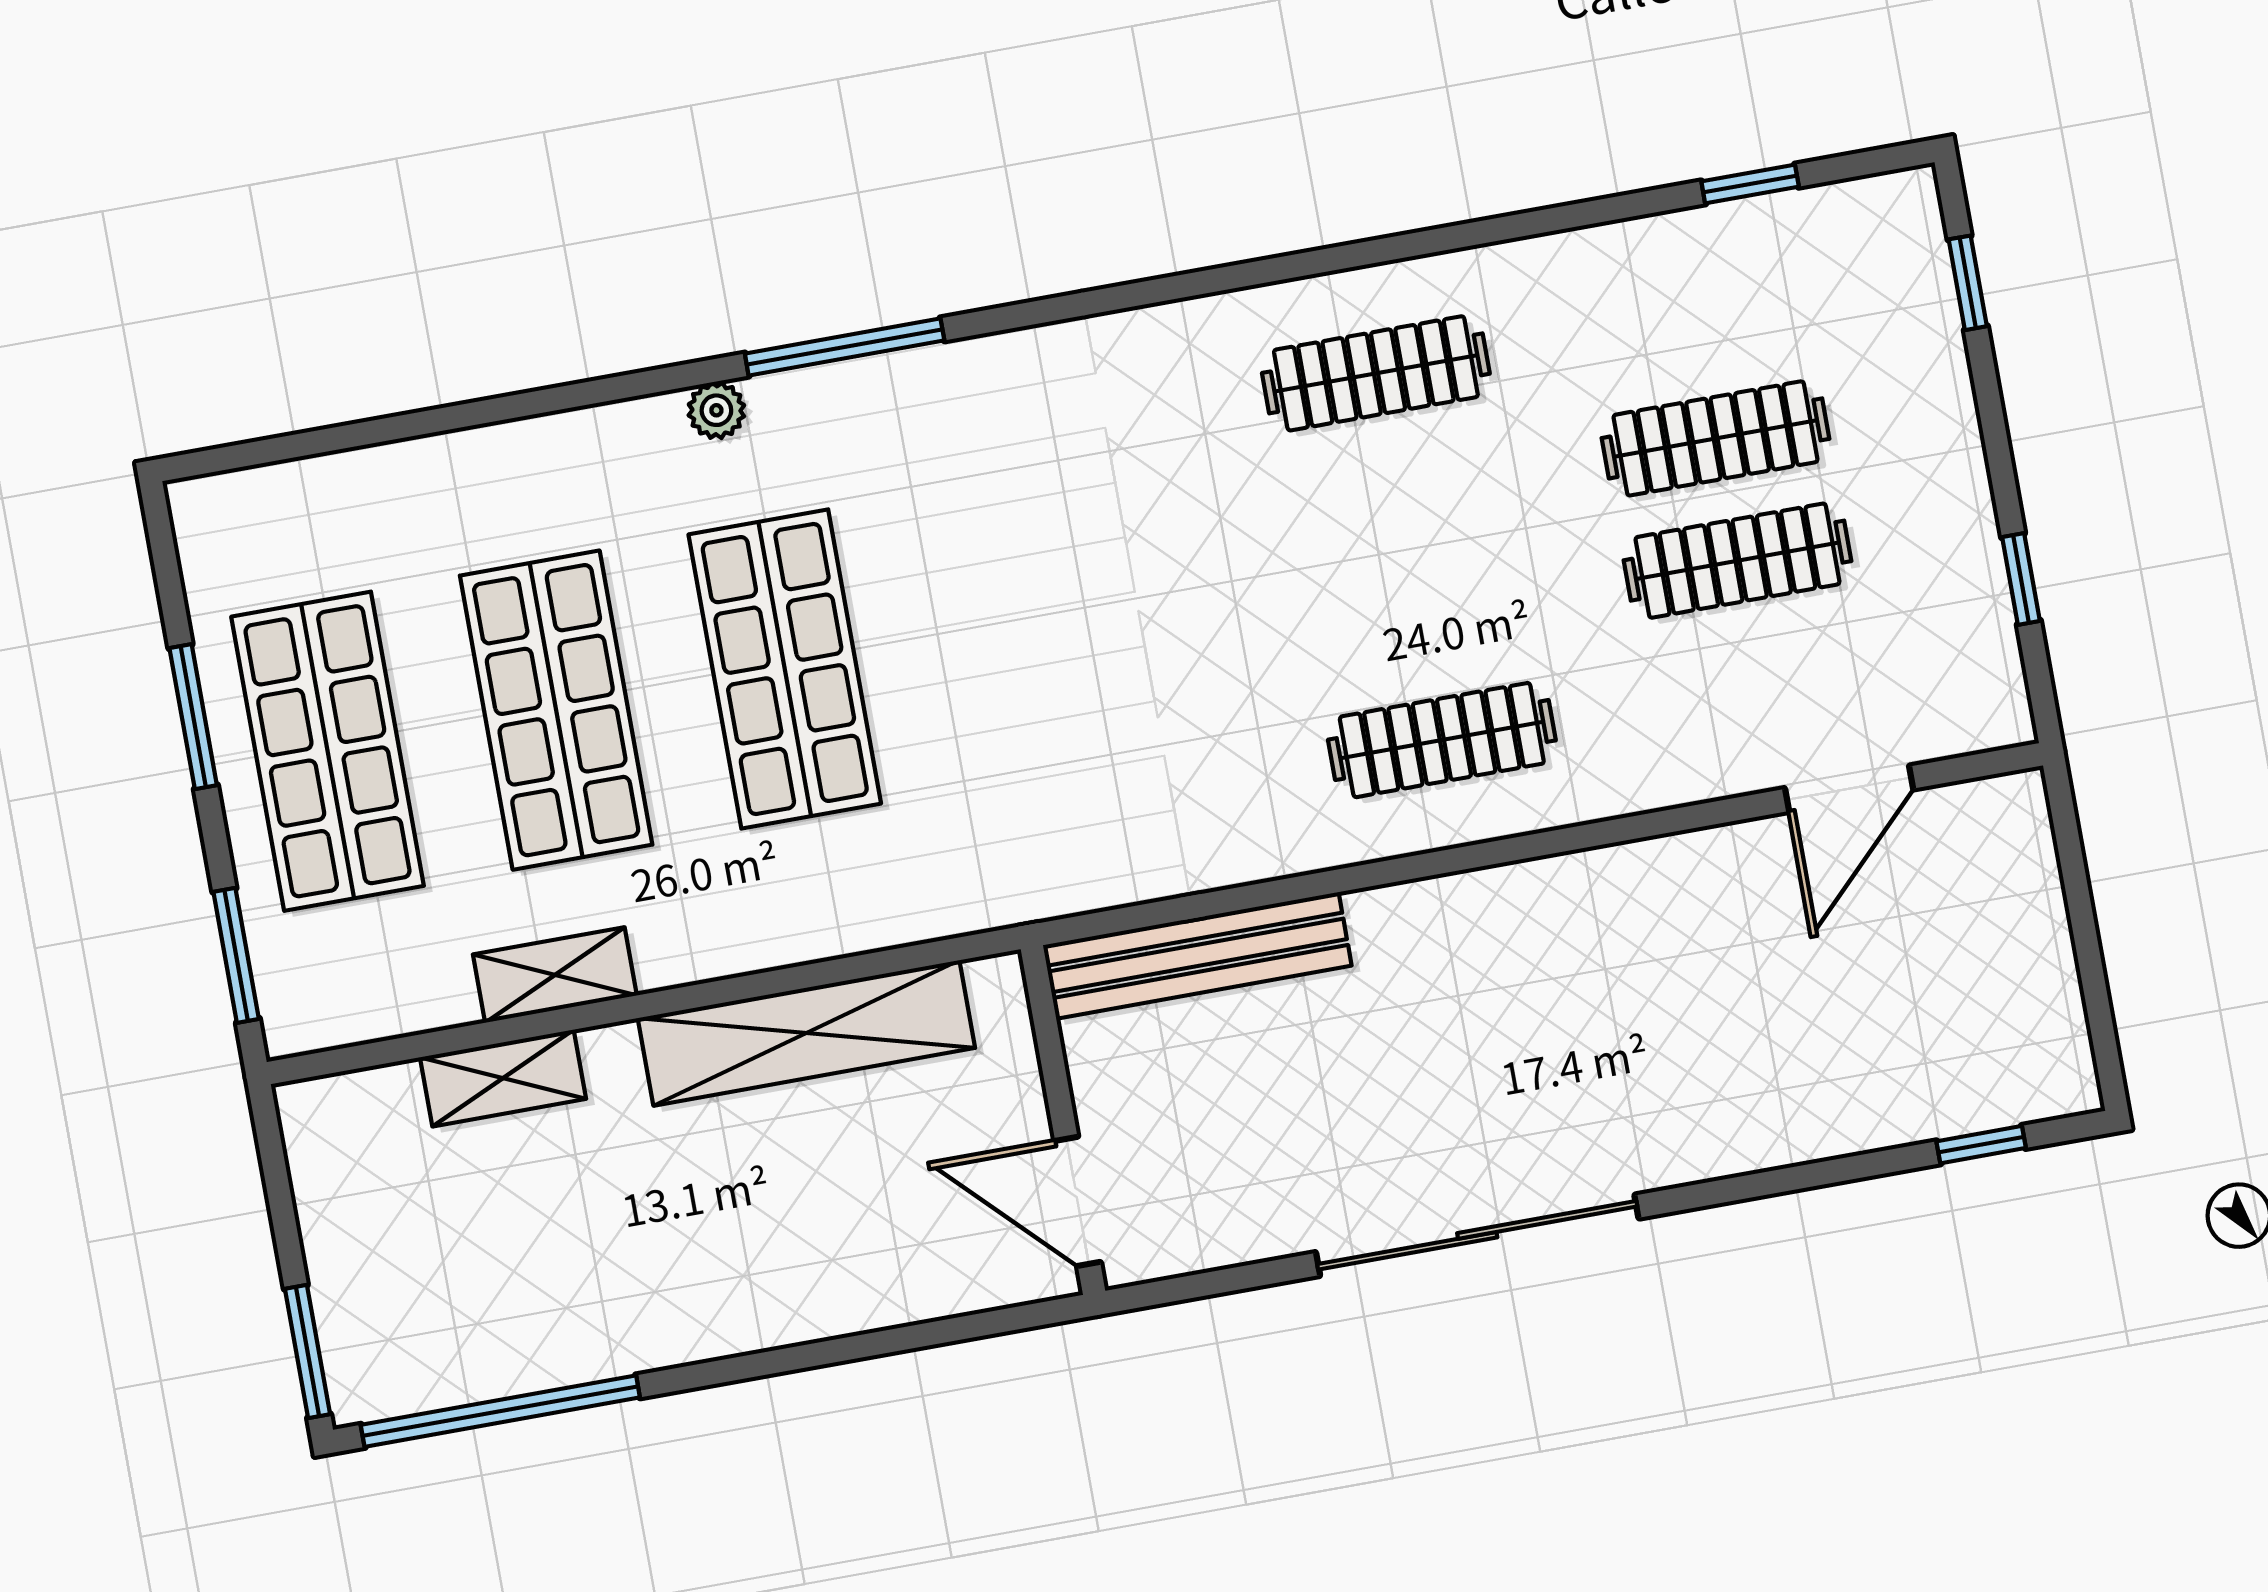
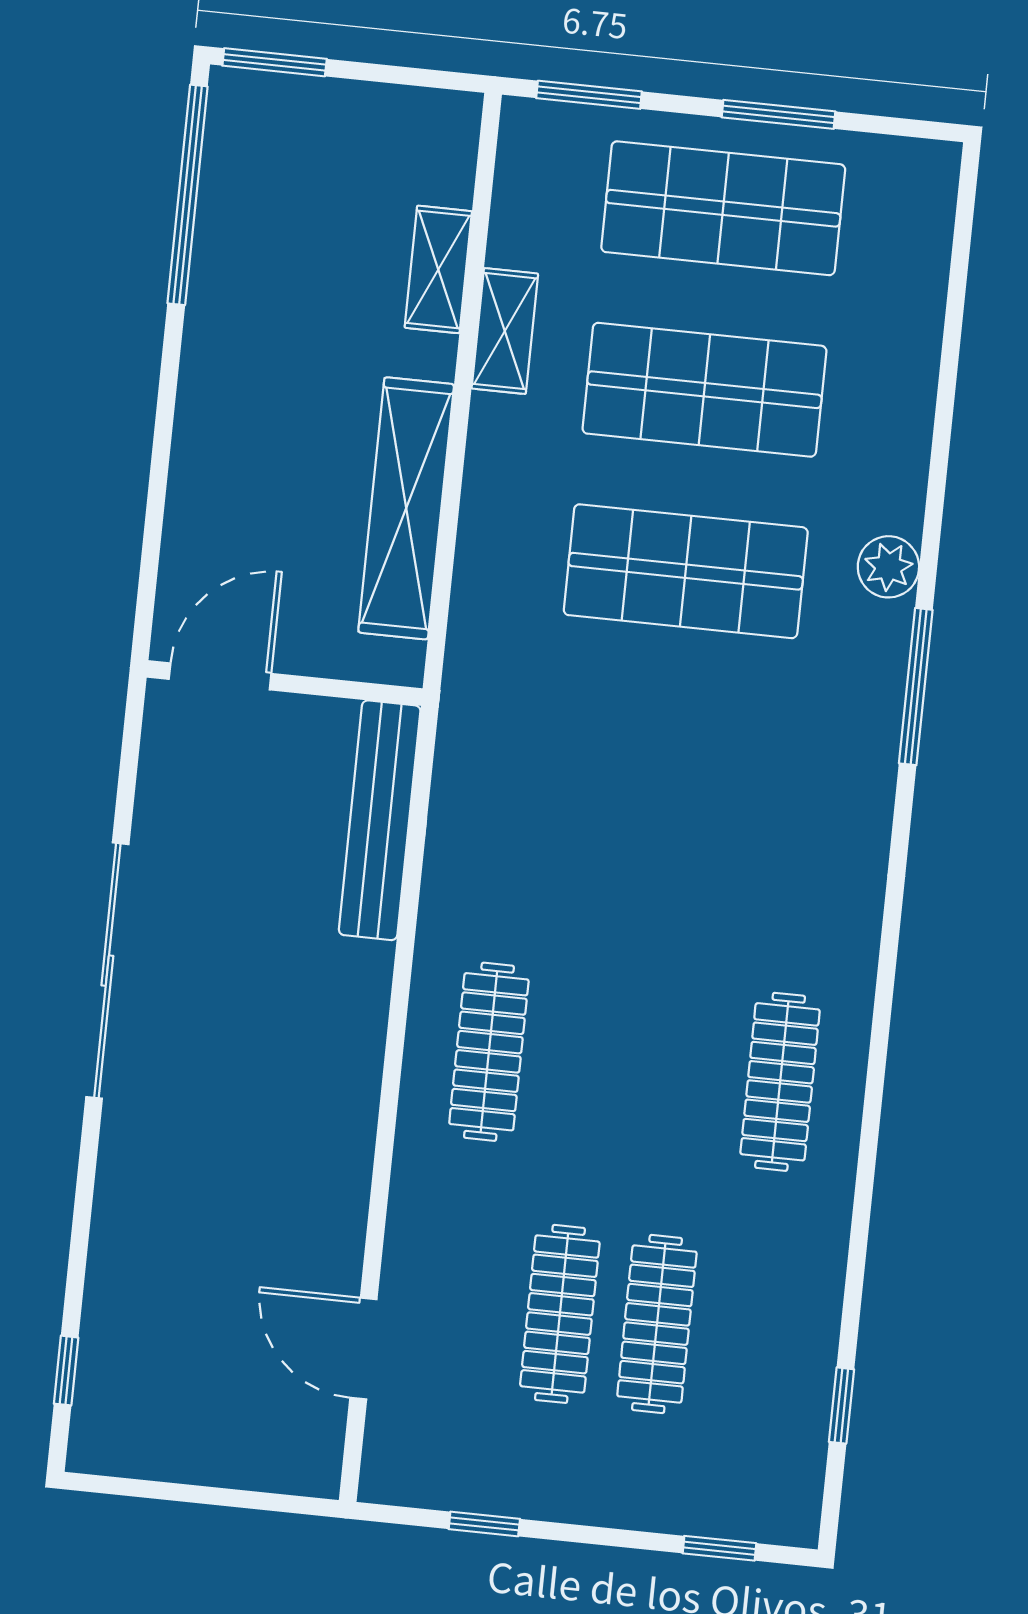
plant: (716, 410) -> (888, 567), width x1.38, depth x1.38

